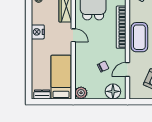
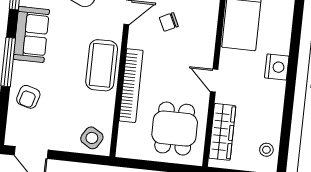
nightstand: (38, 32) -> (277, 67), moved

